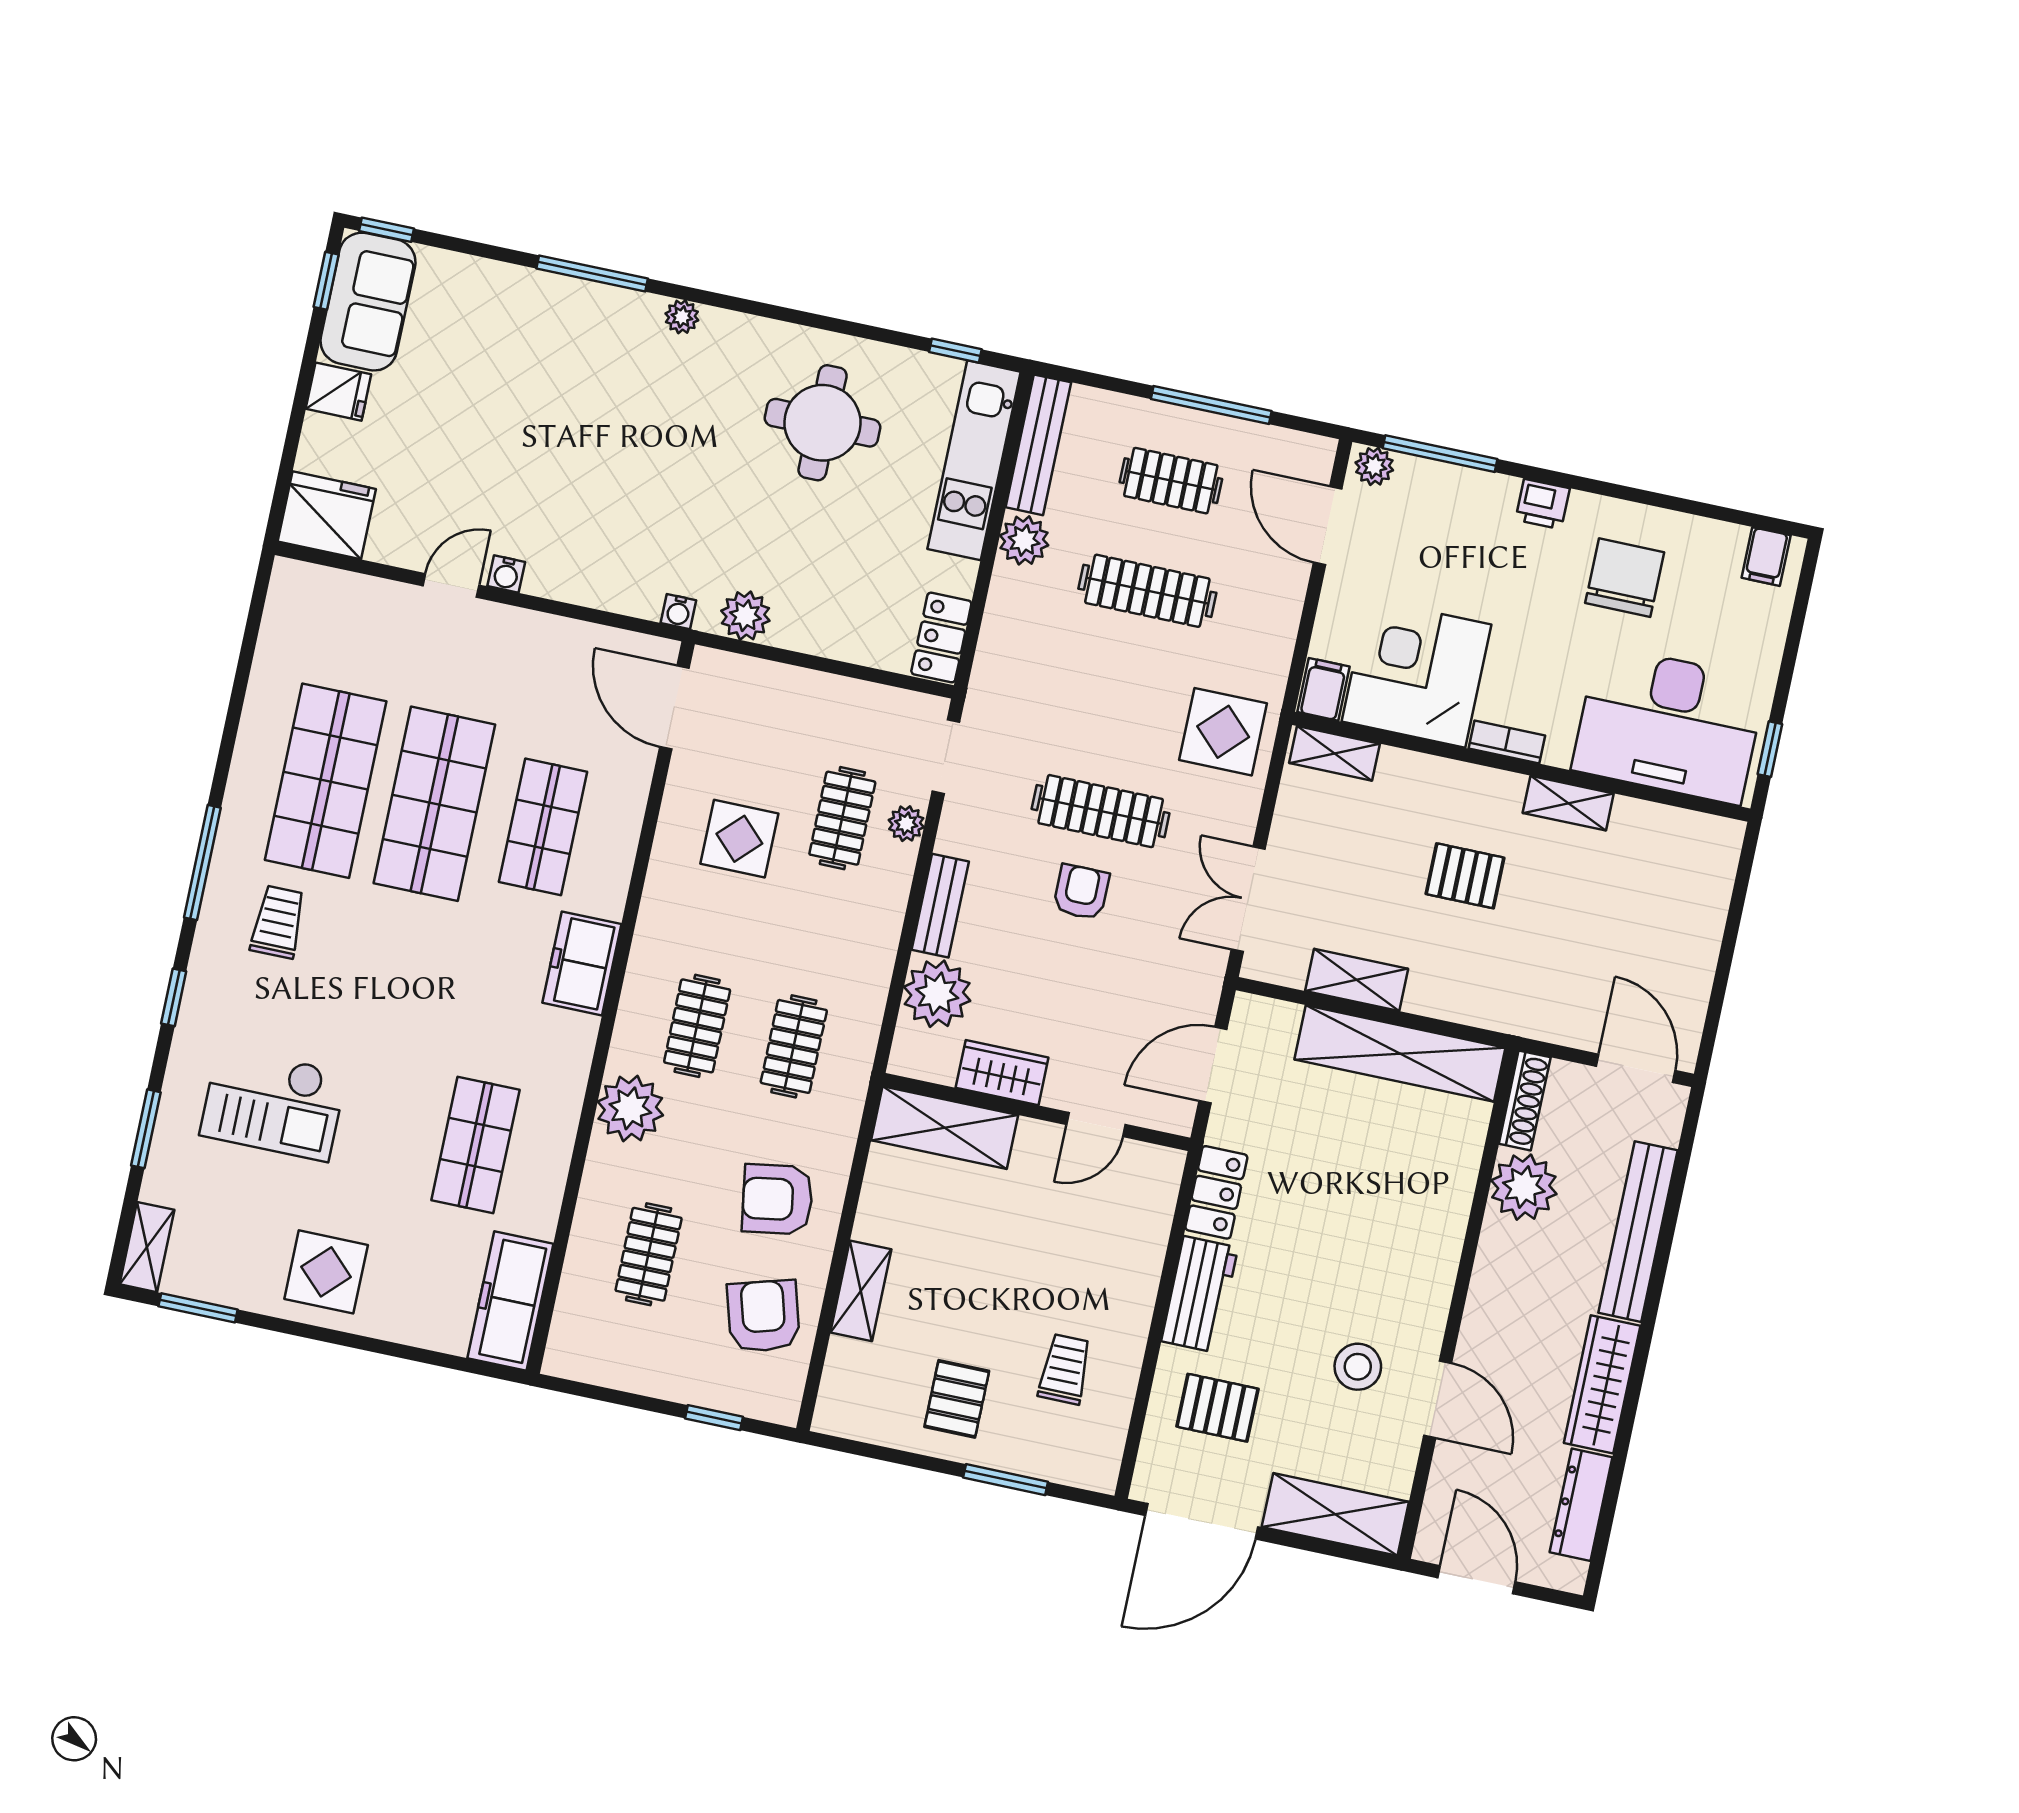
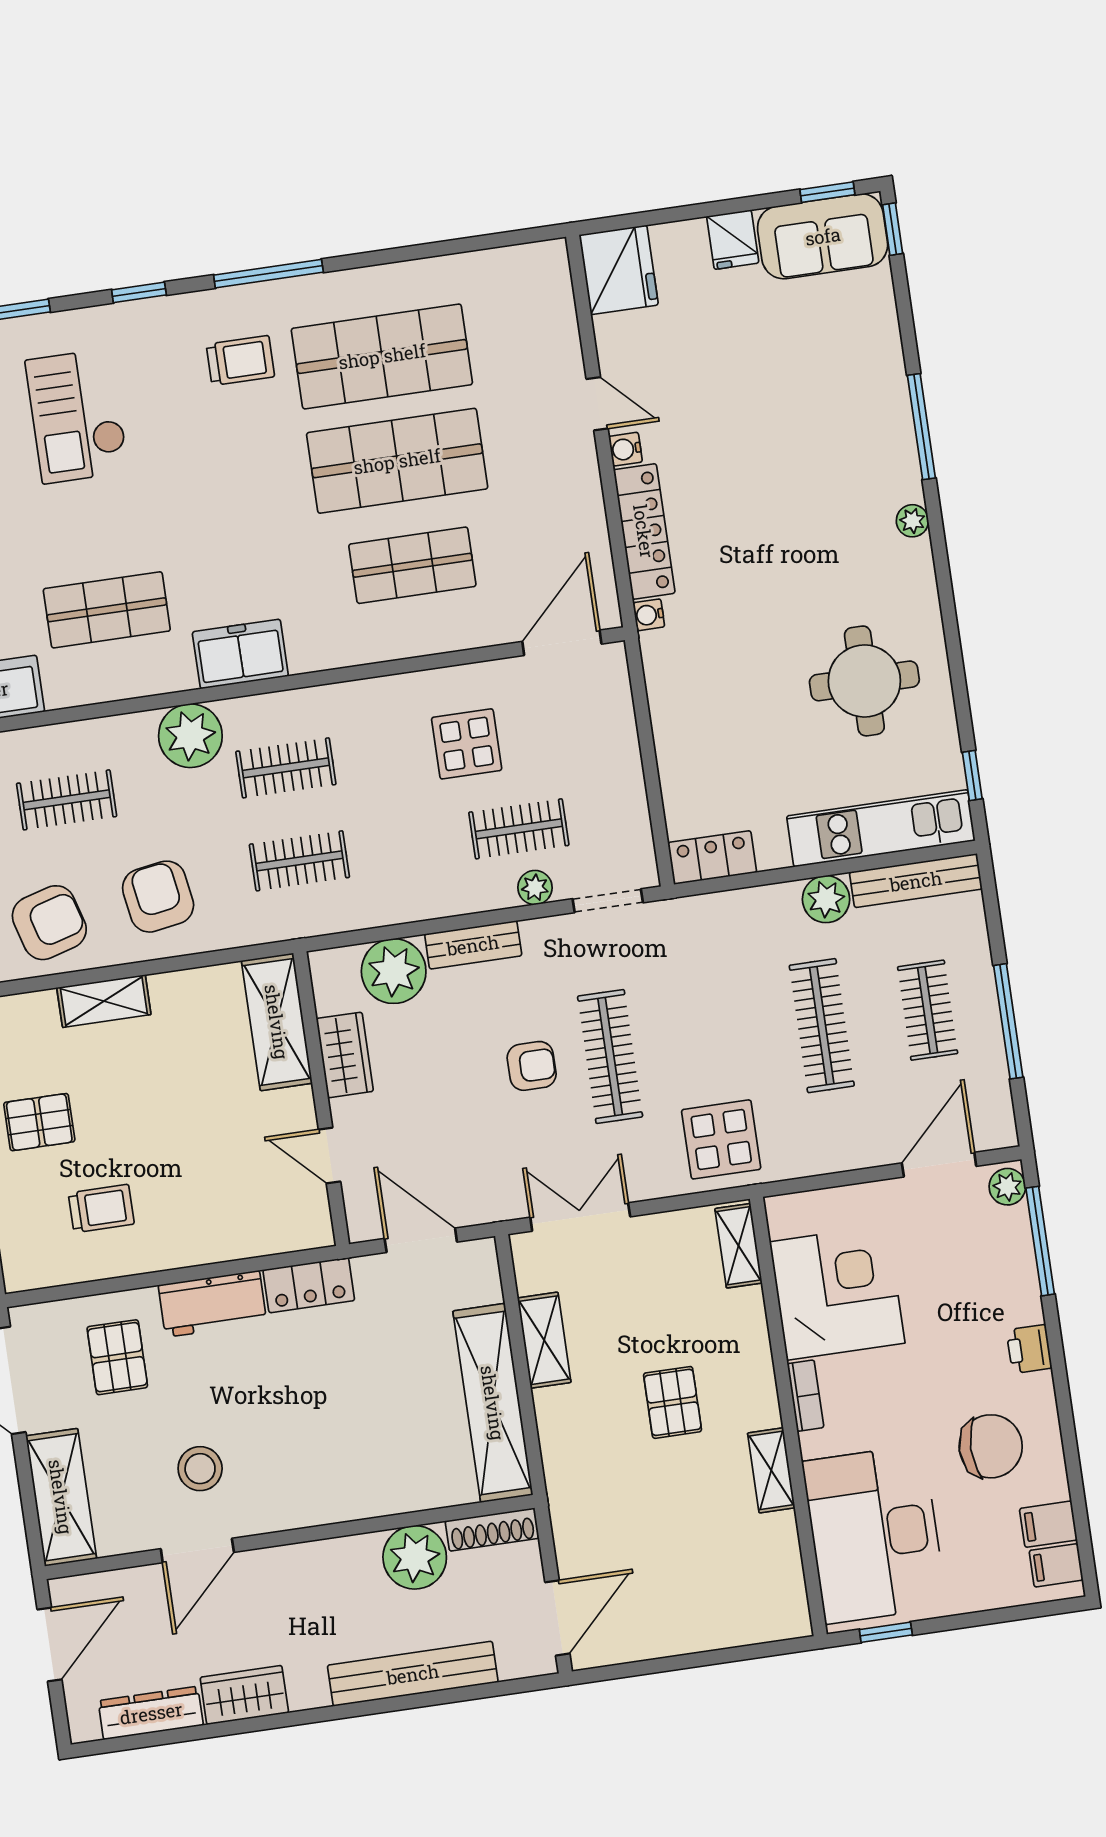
locker: (594, 586) -> (644, 531), added
plant: (745, 616) -> (667, 676), removed
filing cabinet: (1324, 689) -> (1048, 1524), moved, turned 180
freezer: (582, 963) -> (240, 654), moved
wardrobe: (1602, 1384) -> (244, 1695), width x0.67

